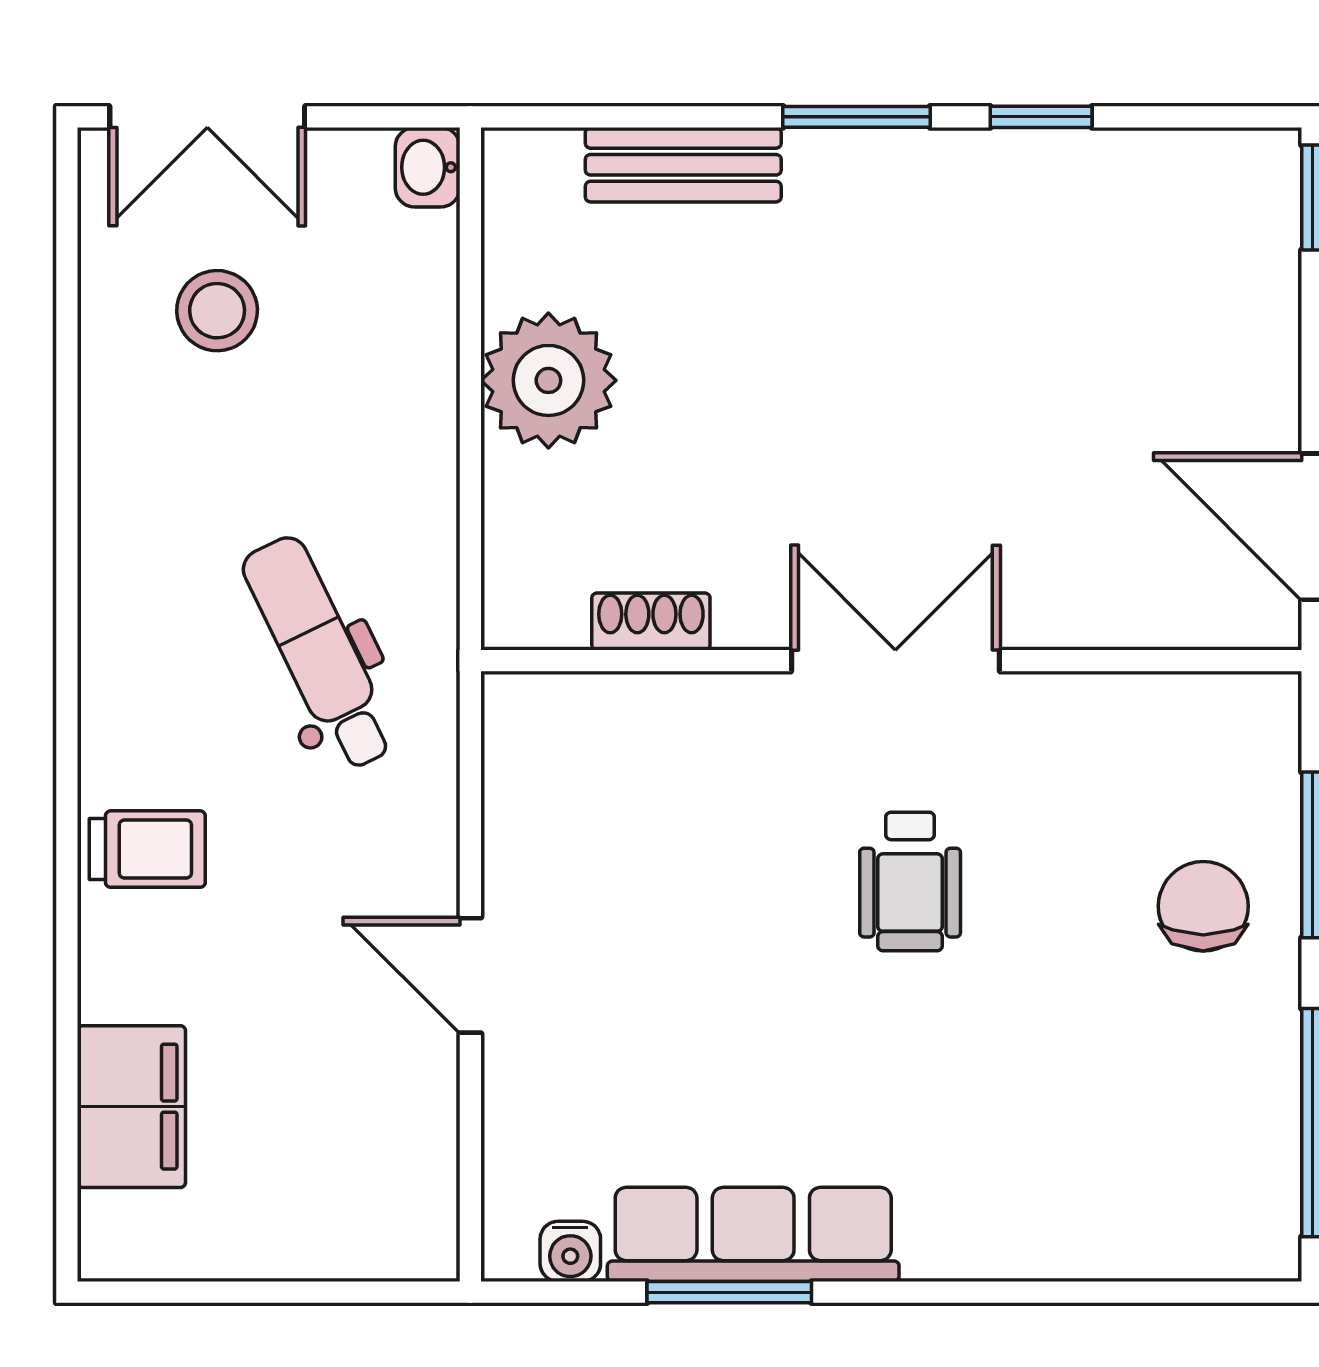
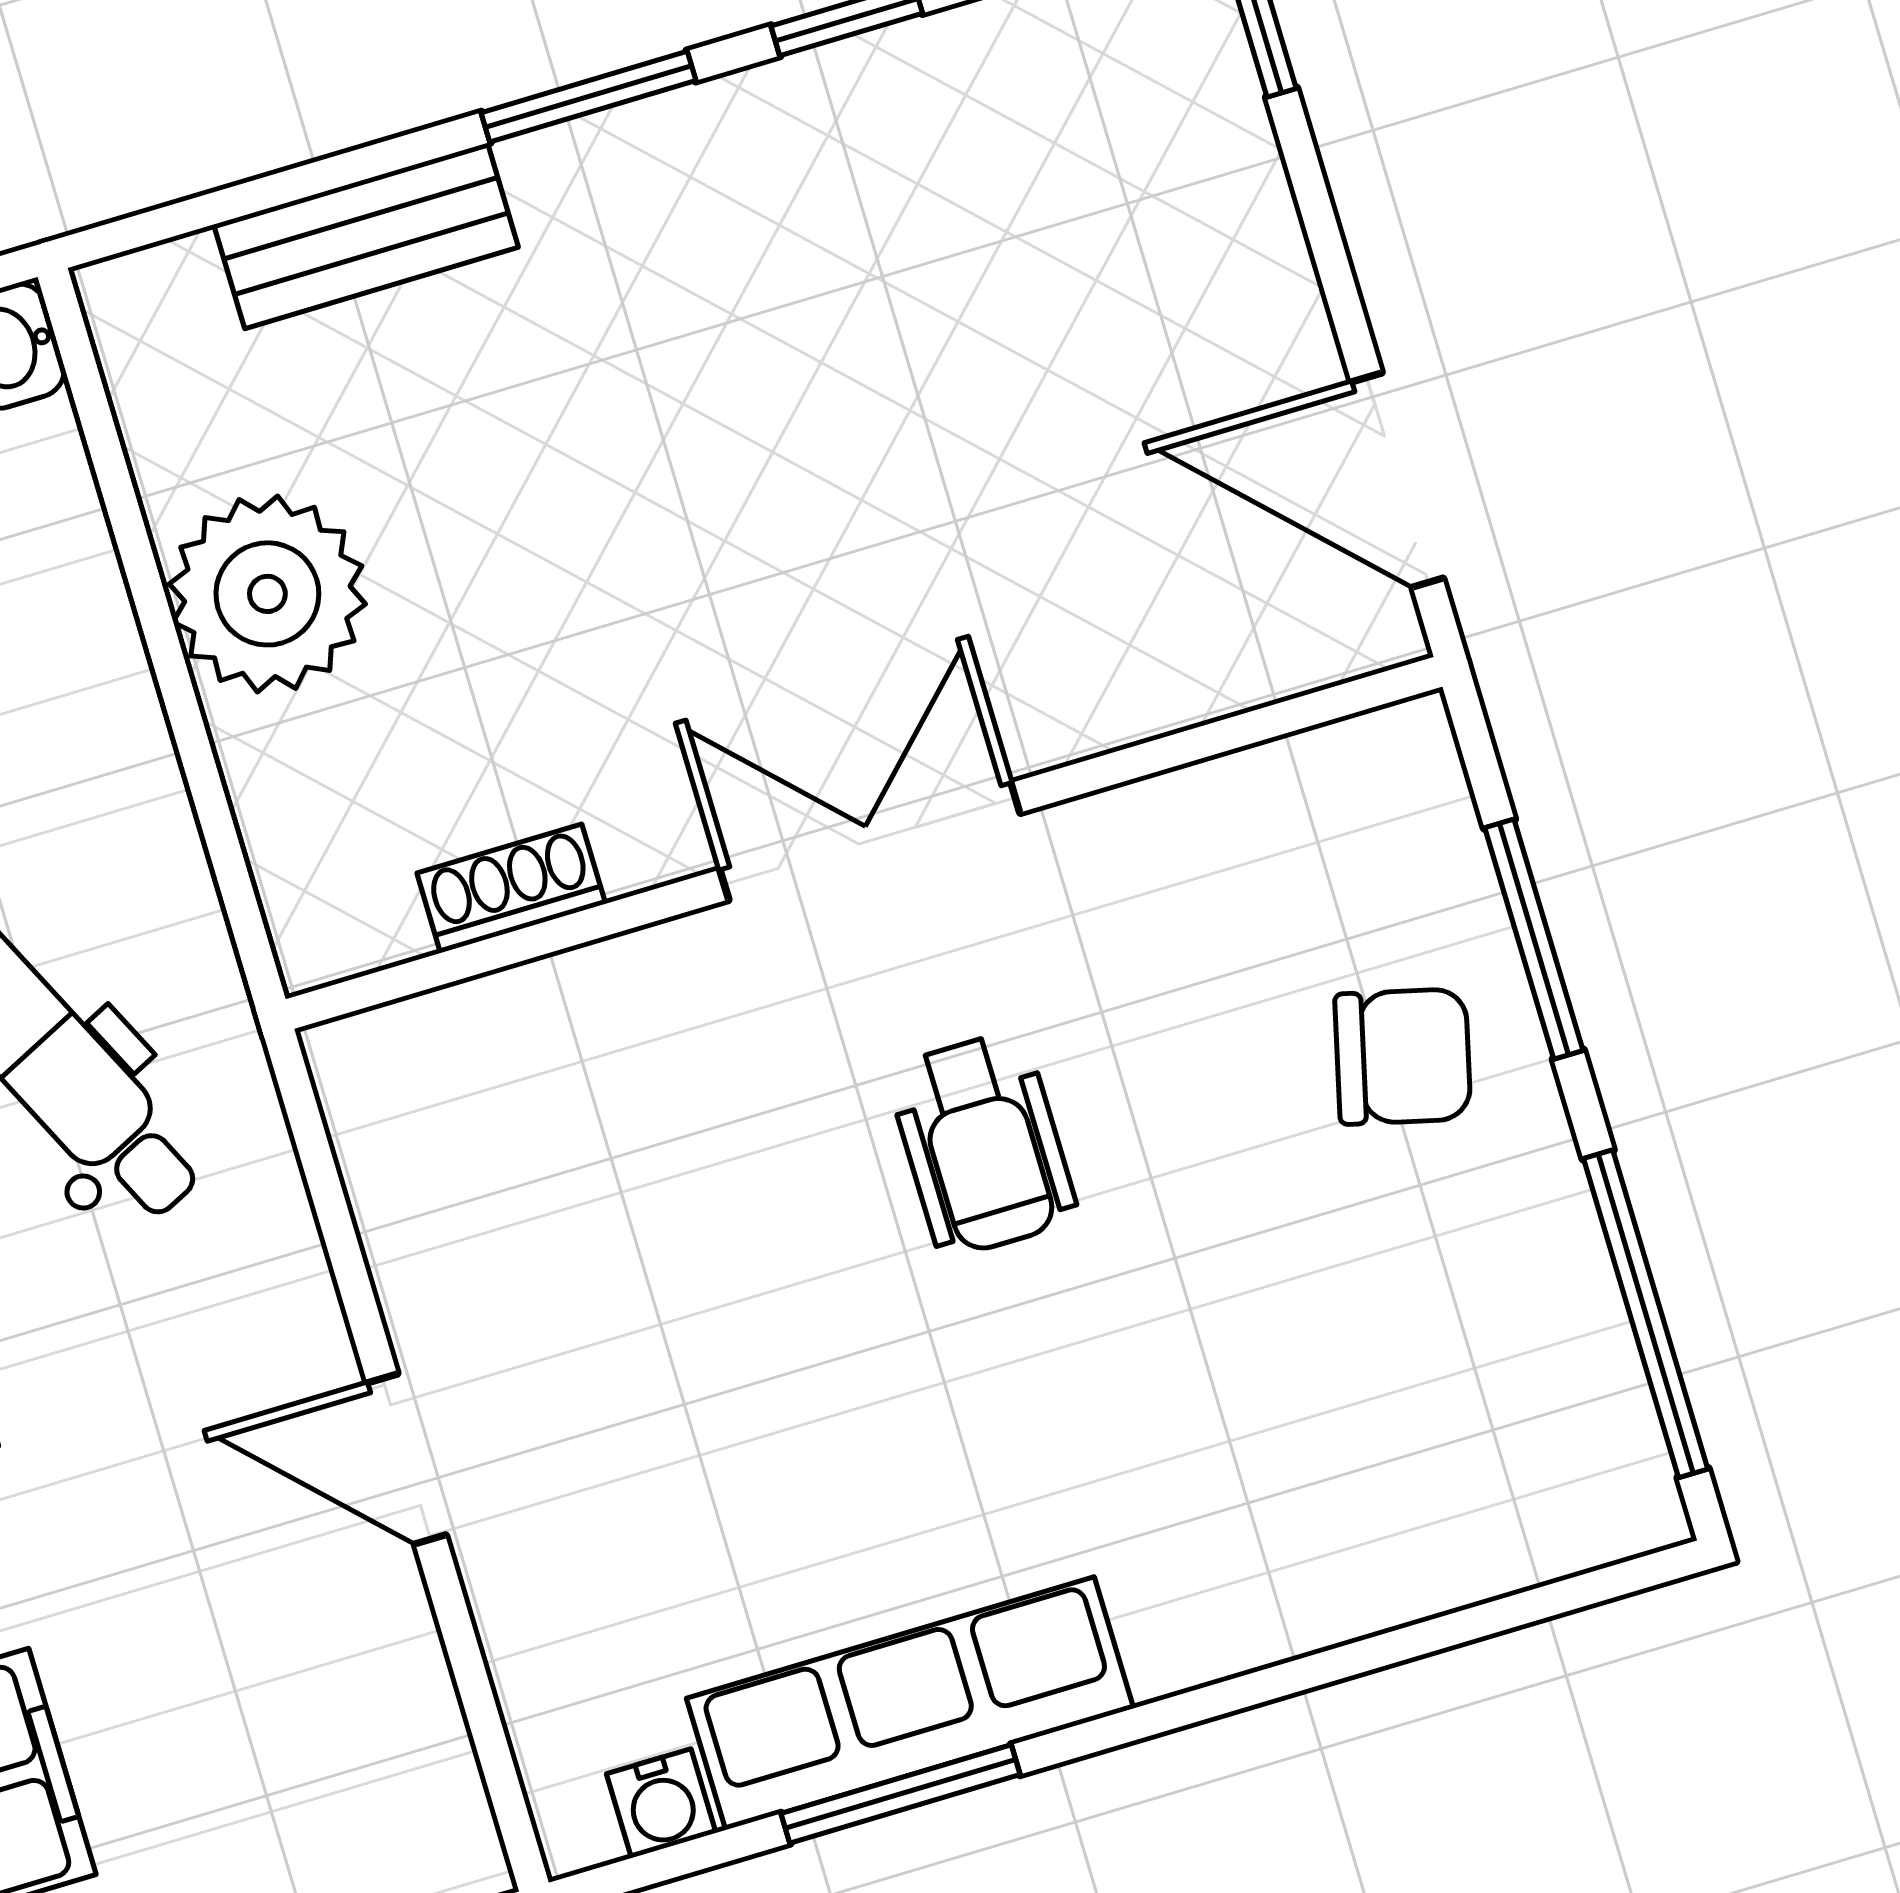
chair: (1203, 906) -> (1403, 1056), turned 104

